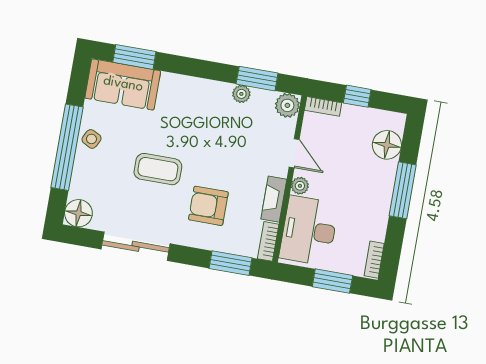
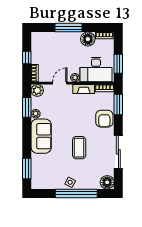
sofa: (123, 84) -> (41, 136), moved
floor lamp: (387, 145) -> (88, 39), moved
armchair: (208, 206) -> (104, 119), moved
window: (332, 281) -> (118, 64), moved

